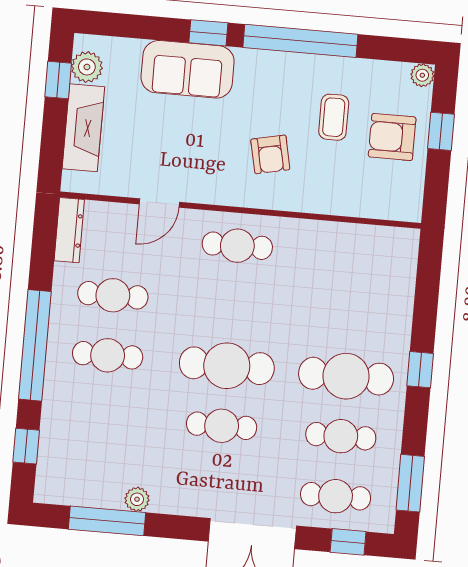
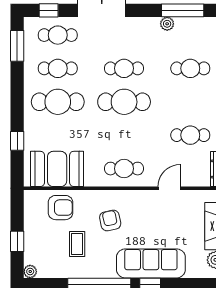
sofa: (188, 69) -> (151, 263), width x1.36
armchair: (392, 137) -> (60, 208), moved
booth: (358, 256) -> (57, 169), added
cafe table: (108, 355) -> (190, 68), moved
window: (420, 370) -> (17, 141), moved

